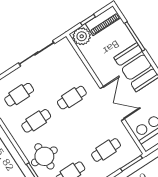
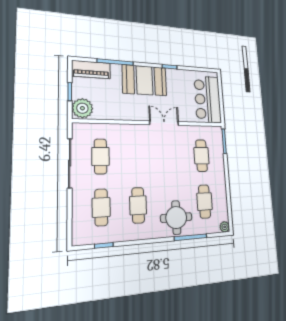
piano: (103, 21) -> (91, 70), moved, turned 90
cafe table: (72, 98) -> (100, 156), moved
double door: (112, 104) -> (164, 123), width x0.73

